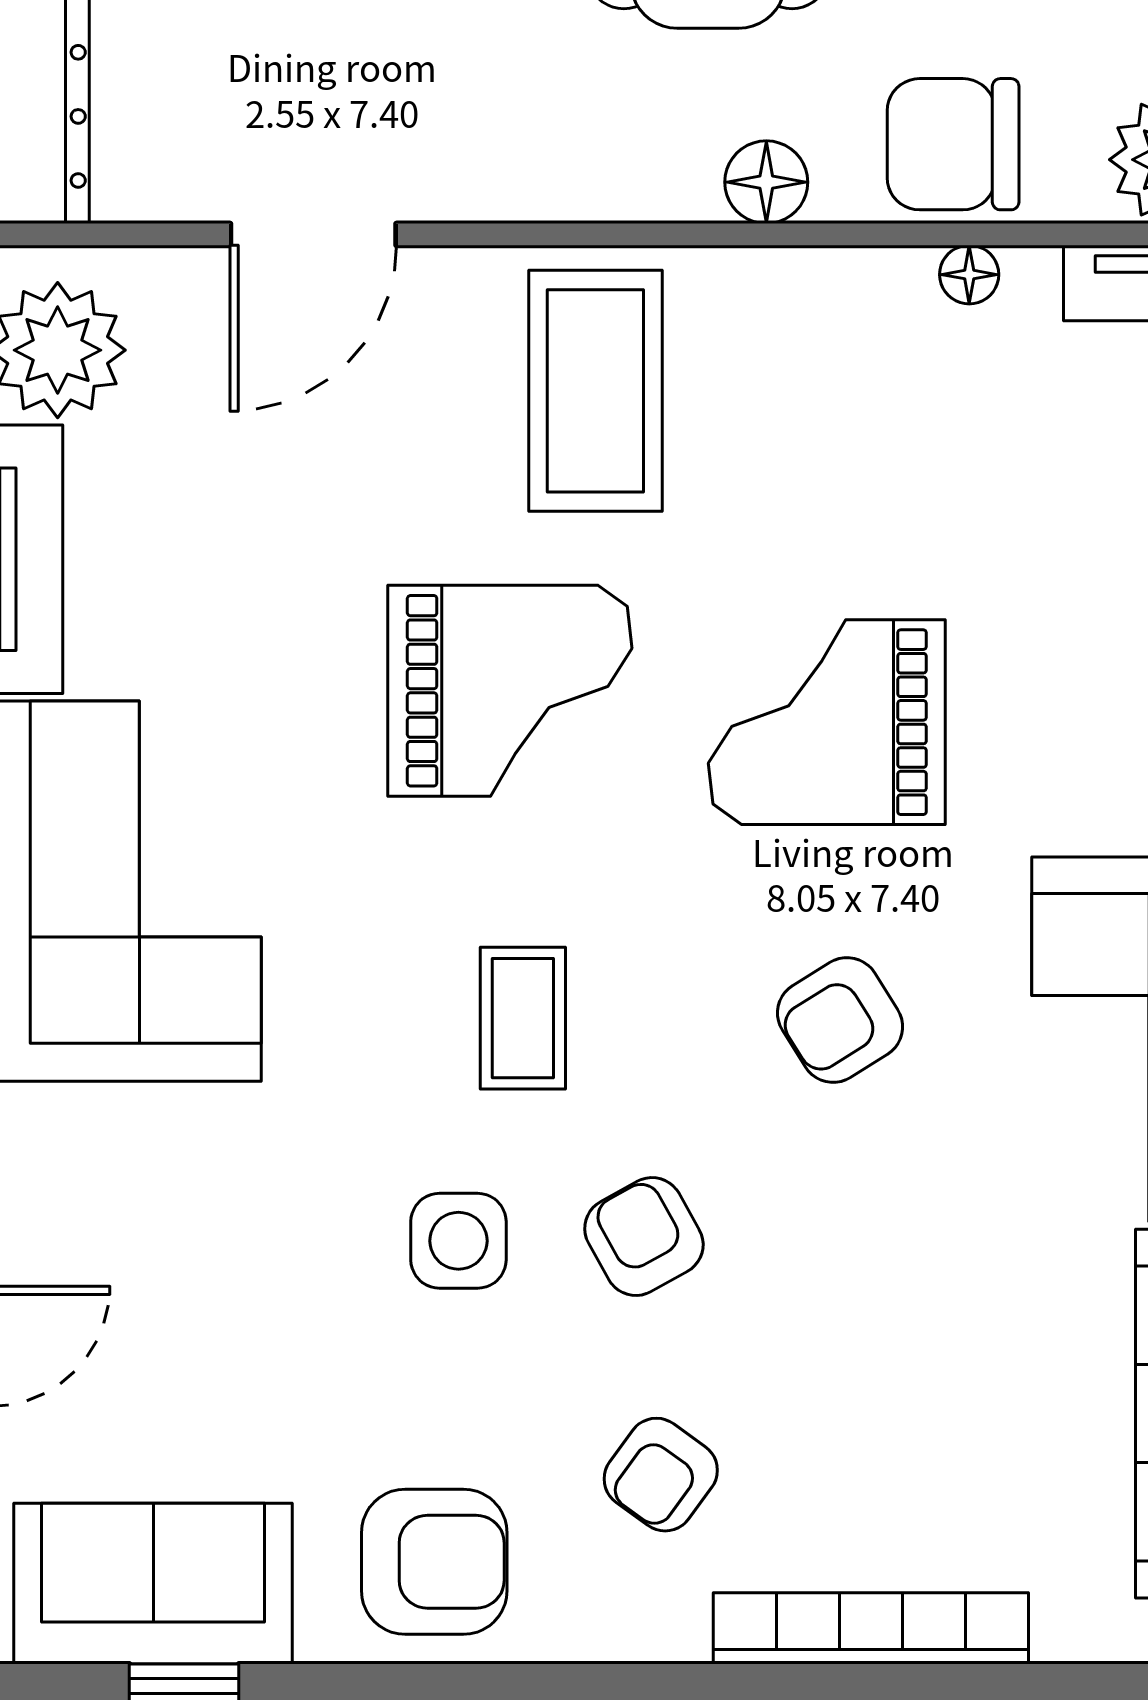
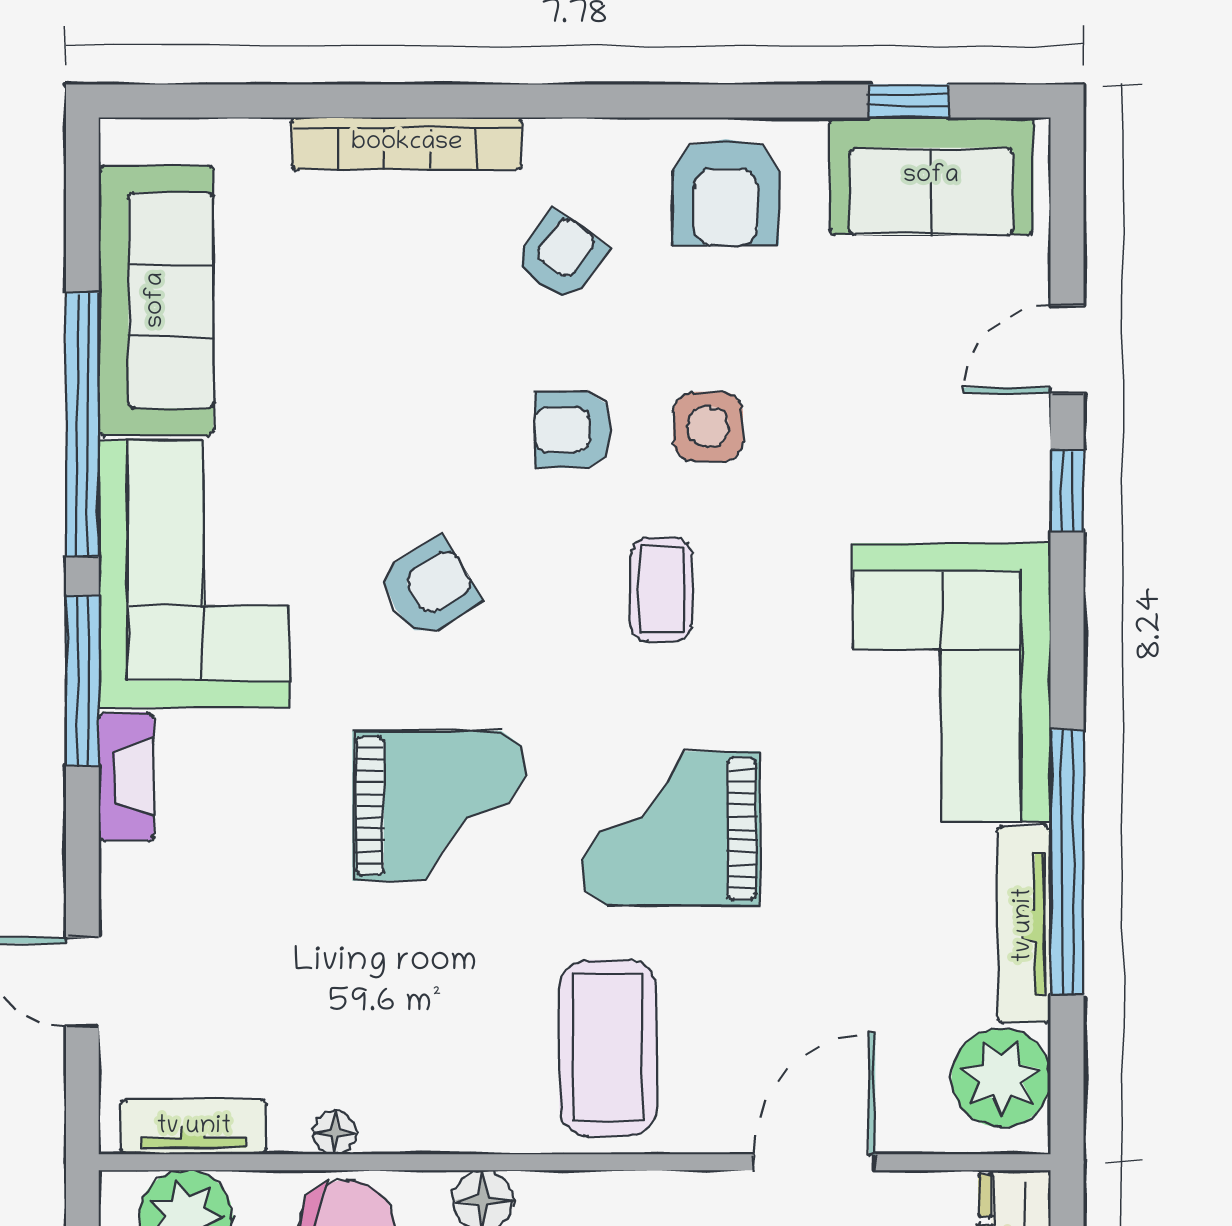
armchair: (644, 1237) -> (573, 430), turned 119
armchair: (434, 1562) -> (726, 192), turned -90

